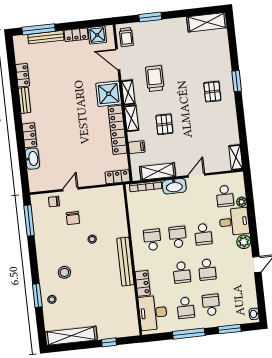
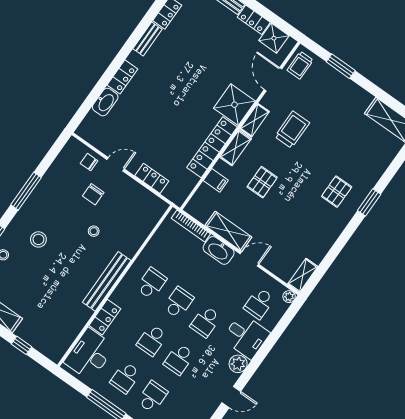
shelving: (158, 171) -> (228, 231), moved
locker: (118, 177) -> (152, 178), moved
plant: (242, 202) -> (289, 297), moved
window: (29, 221) -> (26, 191), moved

